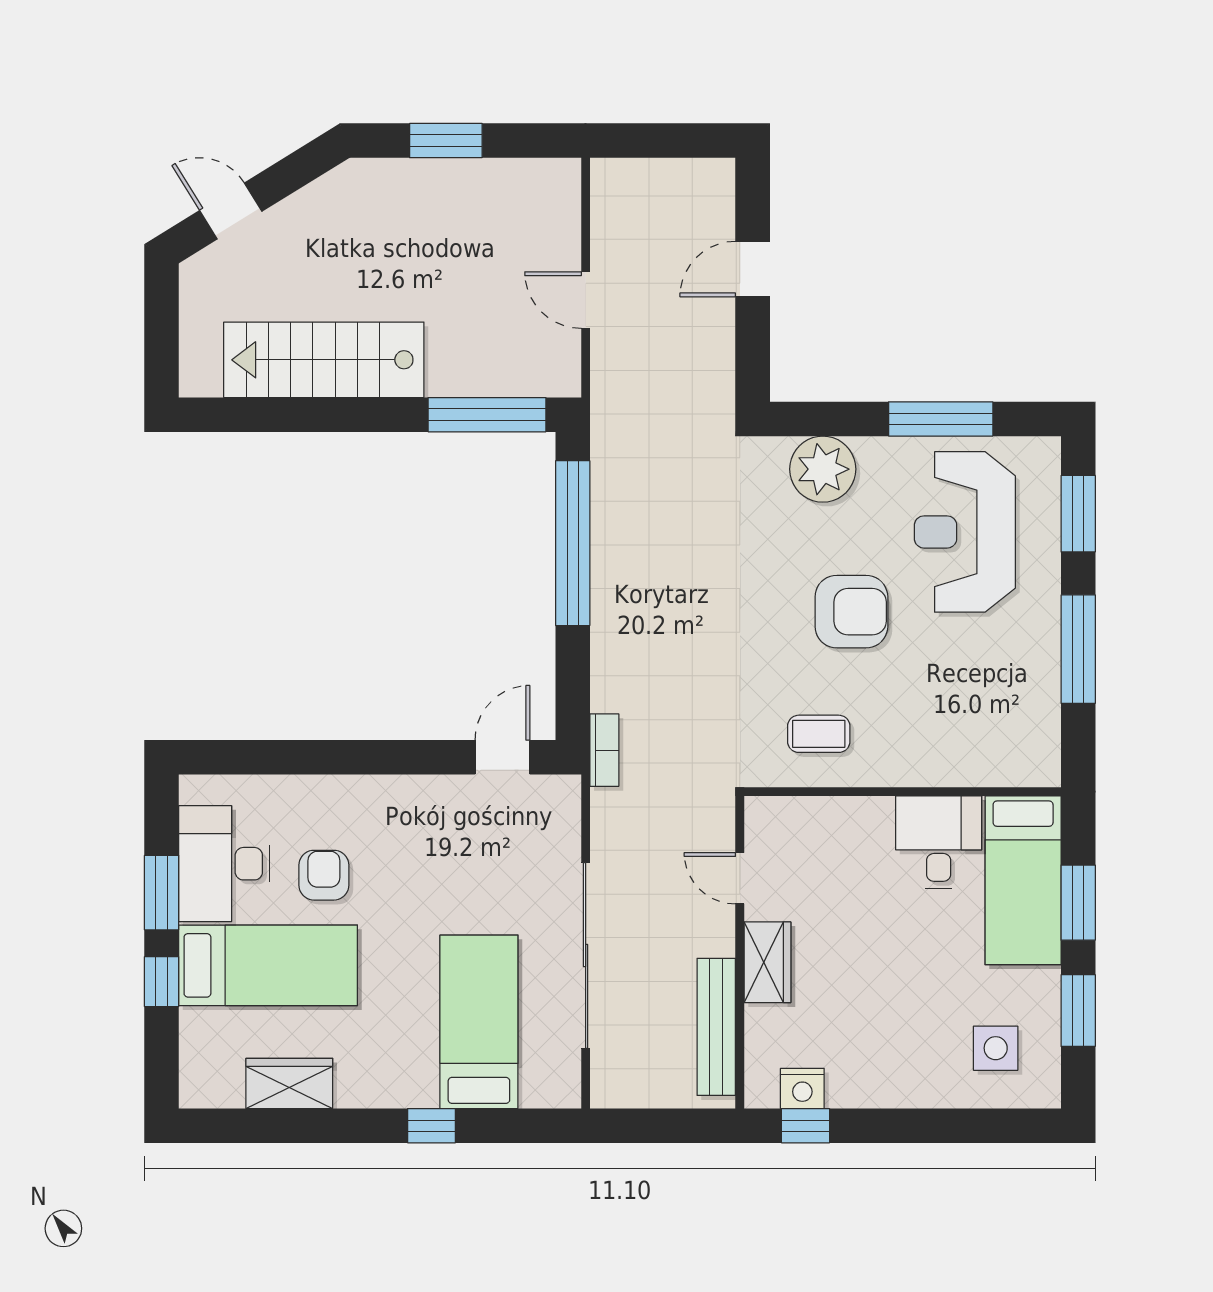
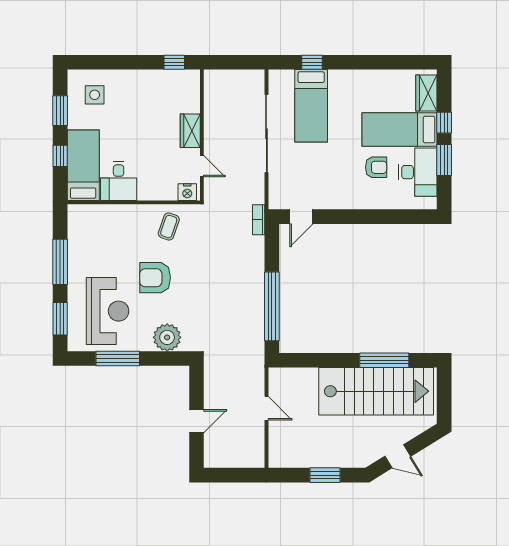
door: (231, 211) -> (398, 456), moved
stairs: (324, 360) -> (376, 391), width x1.36, depth x1.51
window: (487, 415) -> (384, 360), moved
coffee table: (819, 734) -> (169, 227), turned -71
armchair: (324, 875) -> (376, 167), turned -90
window: (1078, 903) -> (60, 156), width x0.67
bench: (716, 1027) -> (212, 104), removed
wardrobe: (289, 1083) -> (426, 93), moved, turned 90
nightstand: (802, 1088) -> (187, 192), moved, turned 180
window: (432, 1126) -> (312, 62), moved

